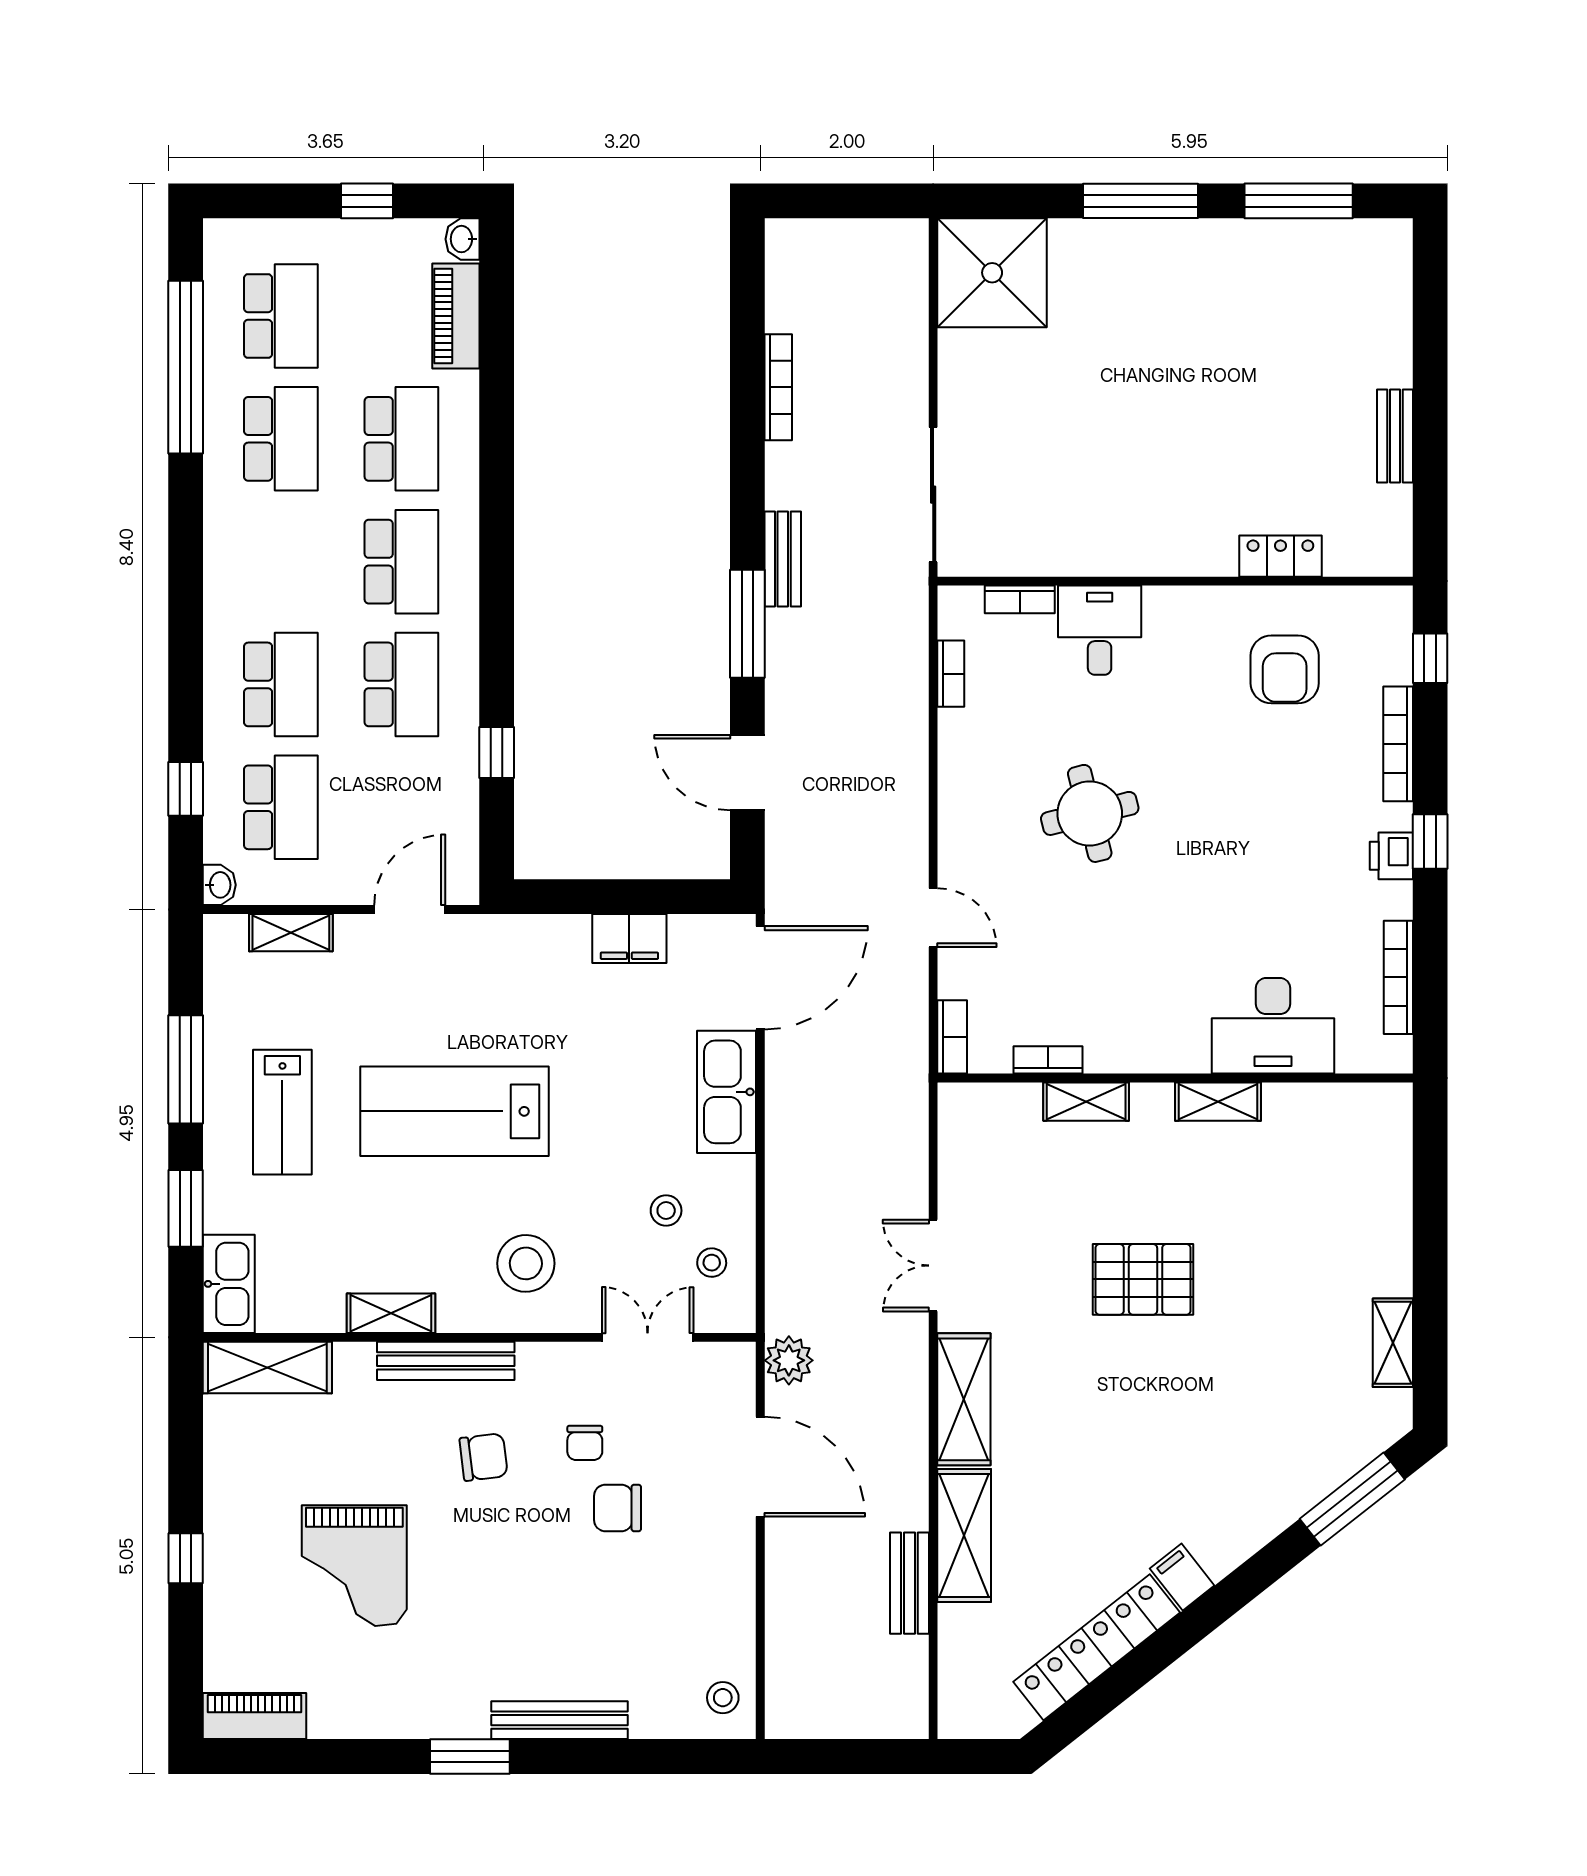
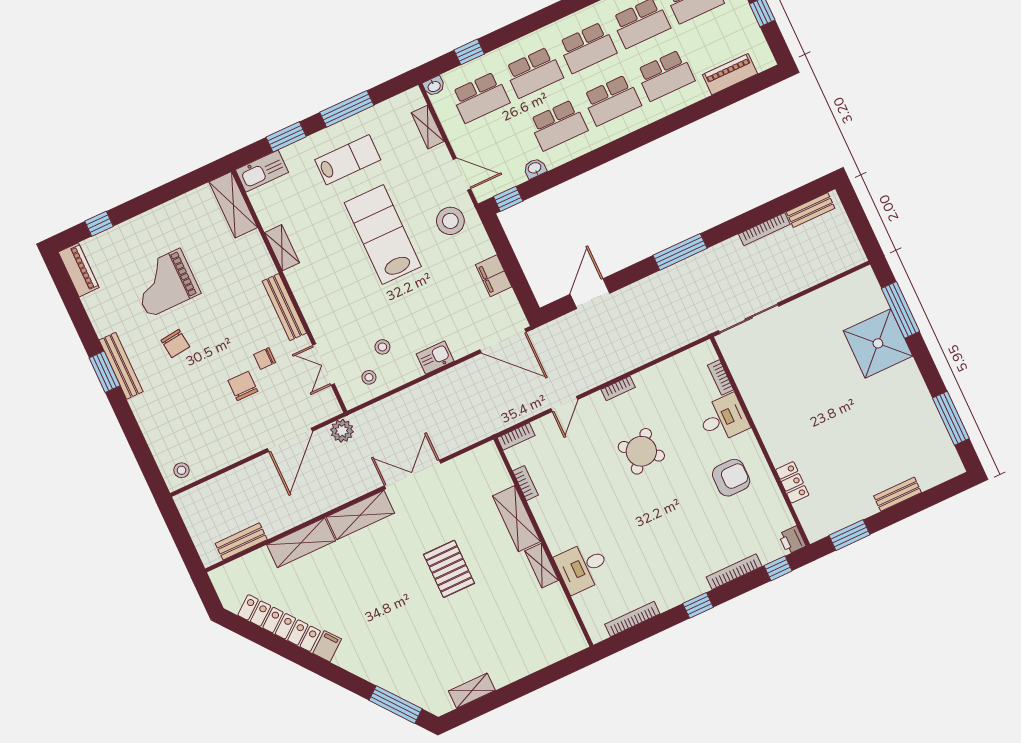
window: (1140, 201) -> (900, 310), moved
washbasin: (462, 239) -> (535, 168), moved
shower: (992, 273) -> (878, 343), moved
bench: (1395, 436) -> (898, 494), moved
window: (1430, 494) -> (850, 535), added
bench: (783, 559) -> (811, 210), moved
school desk: (281, 562) -> (587, 48), added
window: (747, 624) -> (680, 252), moved
armchair: (1285, 669) -> (731, 478), moved, turned 180
bookcase: (951, 674) -> (618, 388), moved
window: (497, 752) -> (508, 199), moved
round table: (1090, 813) -> (641, 451), turned -37
printer: (1391, 856) -> (792, 540), moved, turned -90
desk: (1273, 1026) -> (583, 567), width x0.73
kitchen sink: (727, 1092) -> (435, 358), width x0.53, depth x0.81
shelving: (1086, 1102) -> (516, 519), width x1.50, depth x1.33
lab bench: (282, 1112) -> (348, 160), turned 180
stool: (526, 1263) -> (450, 221), moved
double door: (933, 1266) -> (412, 475), width x1.37
double door: (648, 1337) -> (323, 365), swing flipped
bench: (446, 1361) -> (284, 307), moved
chair: (484, 1457) -> (175, 344), moved
window: (186, 1558) -> (99, 224), moved
bench: (909, 1583) -> (241, 541), moved
bench: (560, 1720) -> (121, 366), moved

